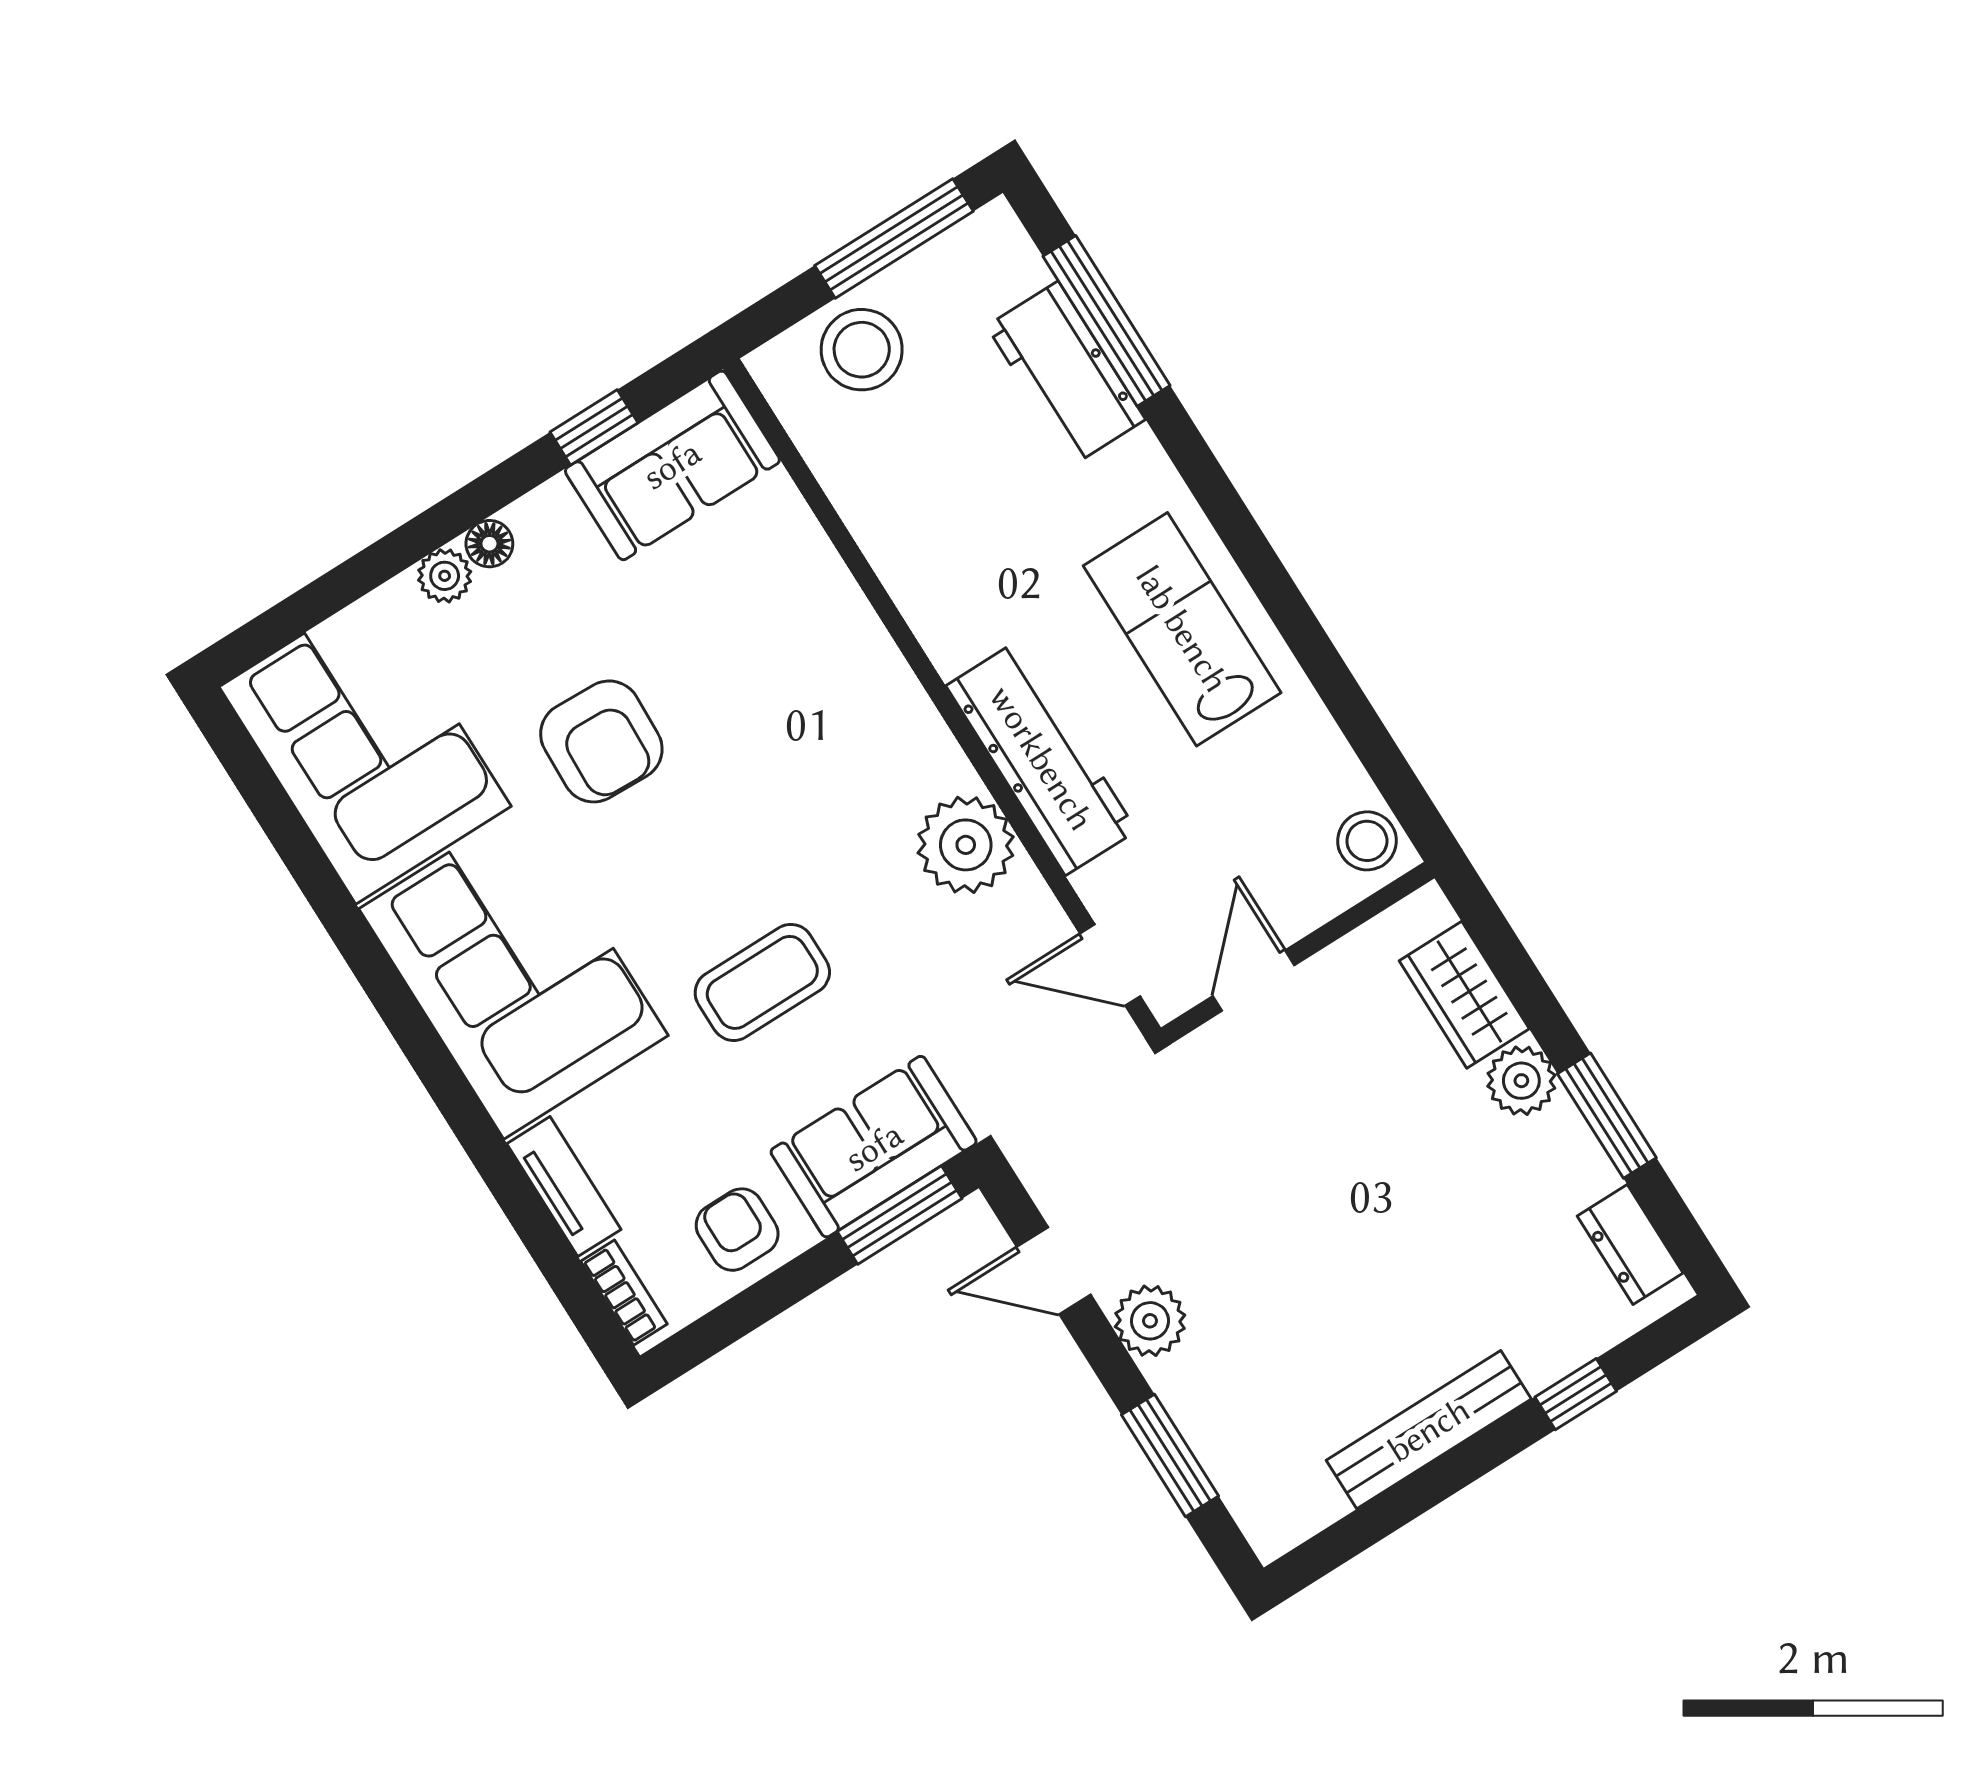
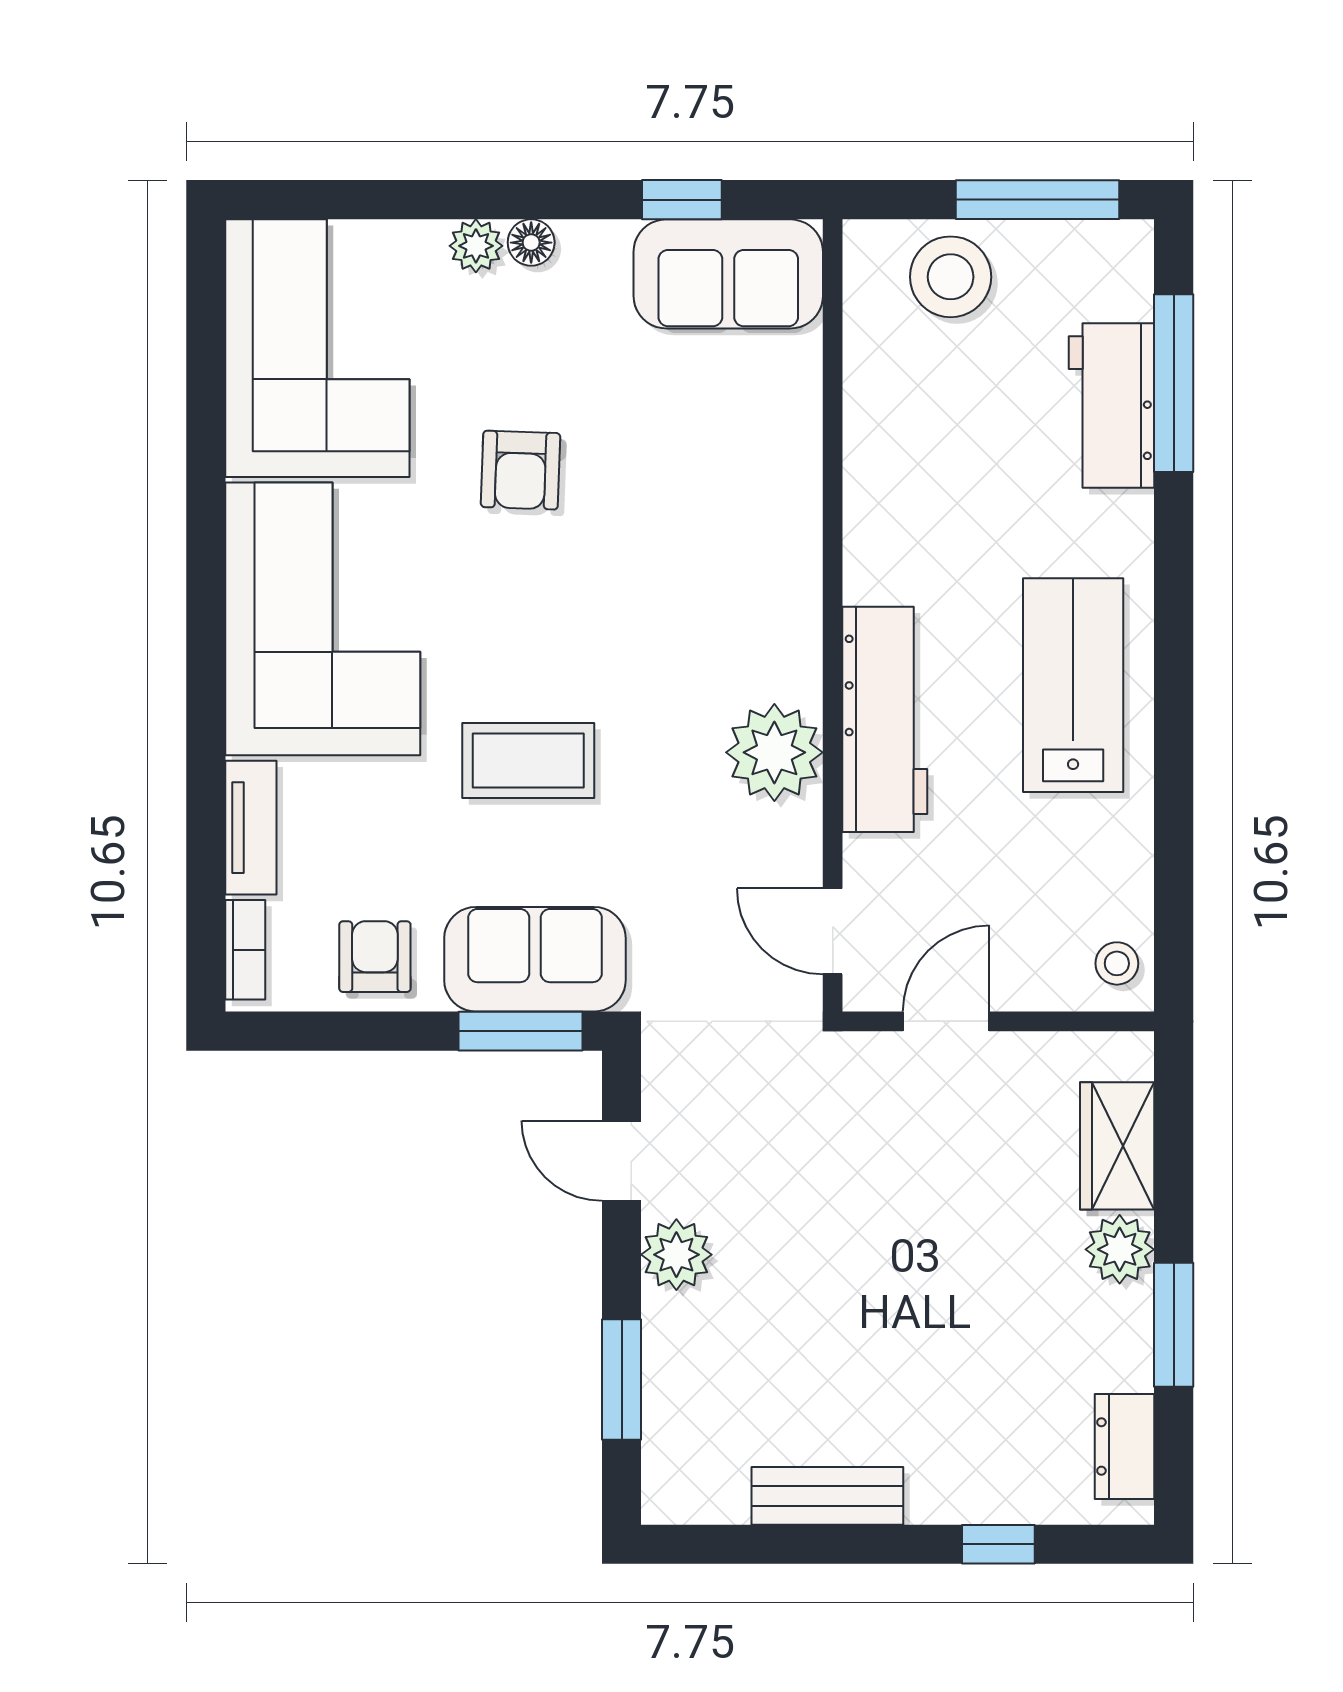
armchair: (601, 741) -> (521, 470), width x0.72, depth x0.72
stool: (1367, 841) -> (1117, 963), width x0.73, depth x0.73
bench: (1429, 1430) -> (827, 1496), width x0.73

